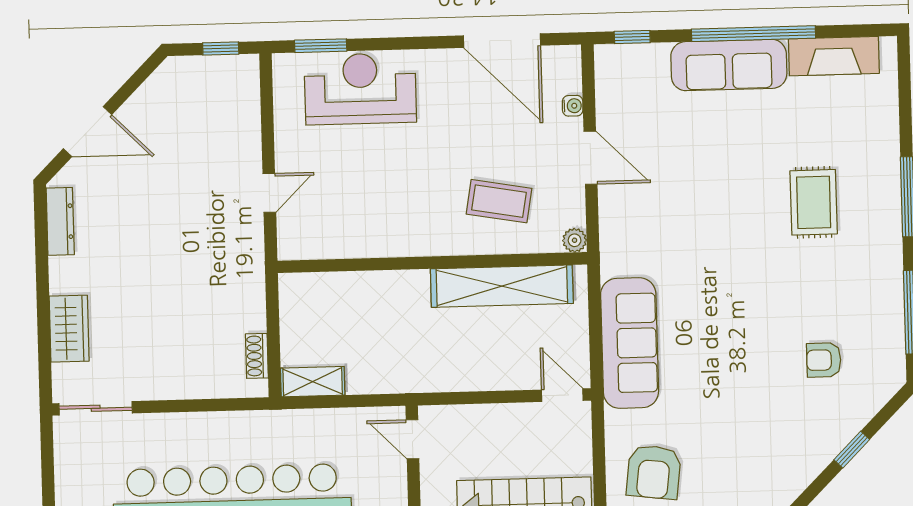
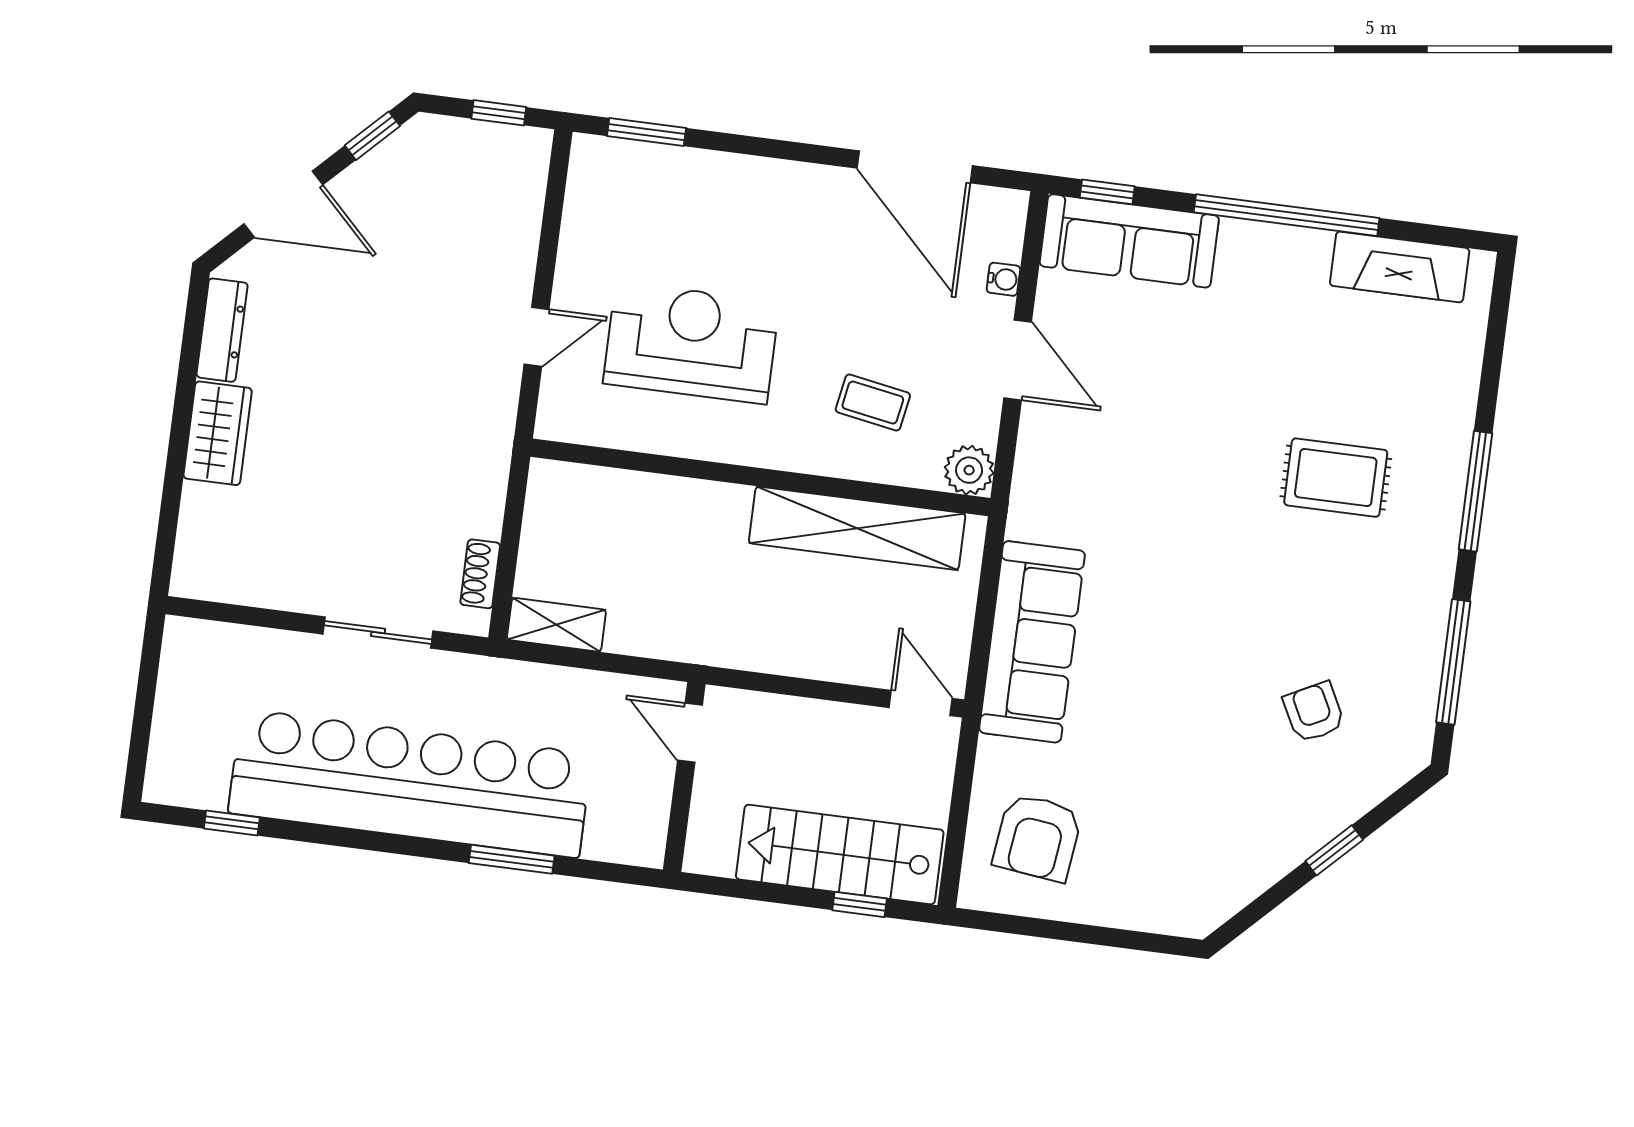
sofa: (729, 65) -> (1129, 241), moved
window: (139, 77) -> (372, 136), added
reception desk: (360, 89) -> (691, 343), moved
coffee table: (499, 201) -> (873, 402), width x0.73, depth x0.77
rug: (814, 202) -> (1336, 478), turned 90
plant: (575, 240) -> (969, 470), width x1.38, depth x1.38
wardrobe: (69, 329) -> (218, 433), moved
armchair: (824, 360) -> (1314, 712), turned 63
sliding door: (96, 408) -> (378, 632), moved

